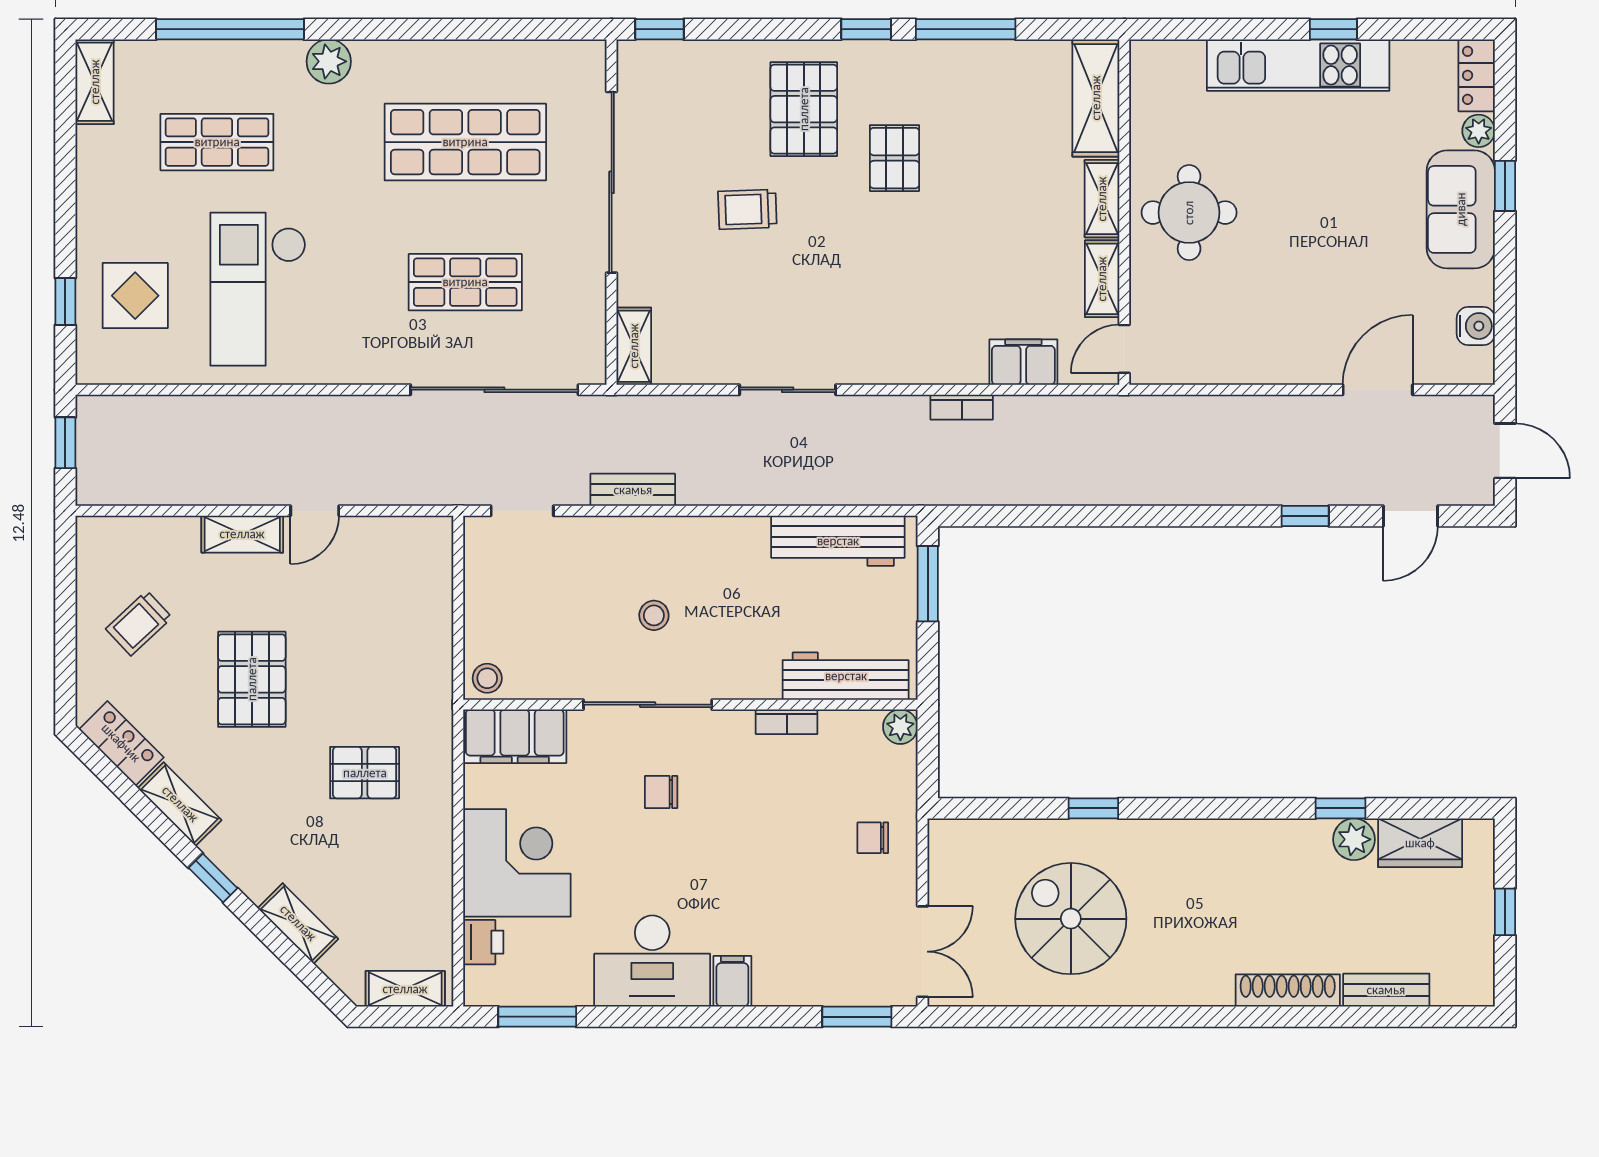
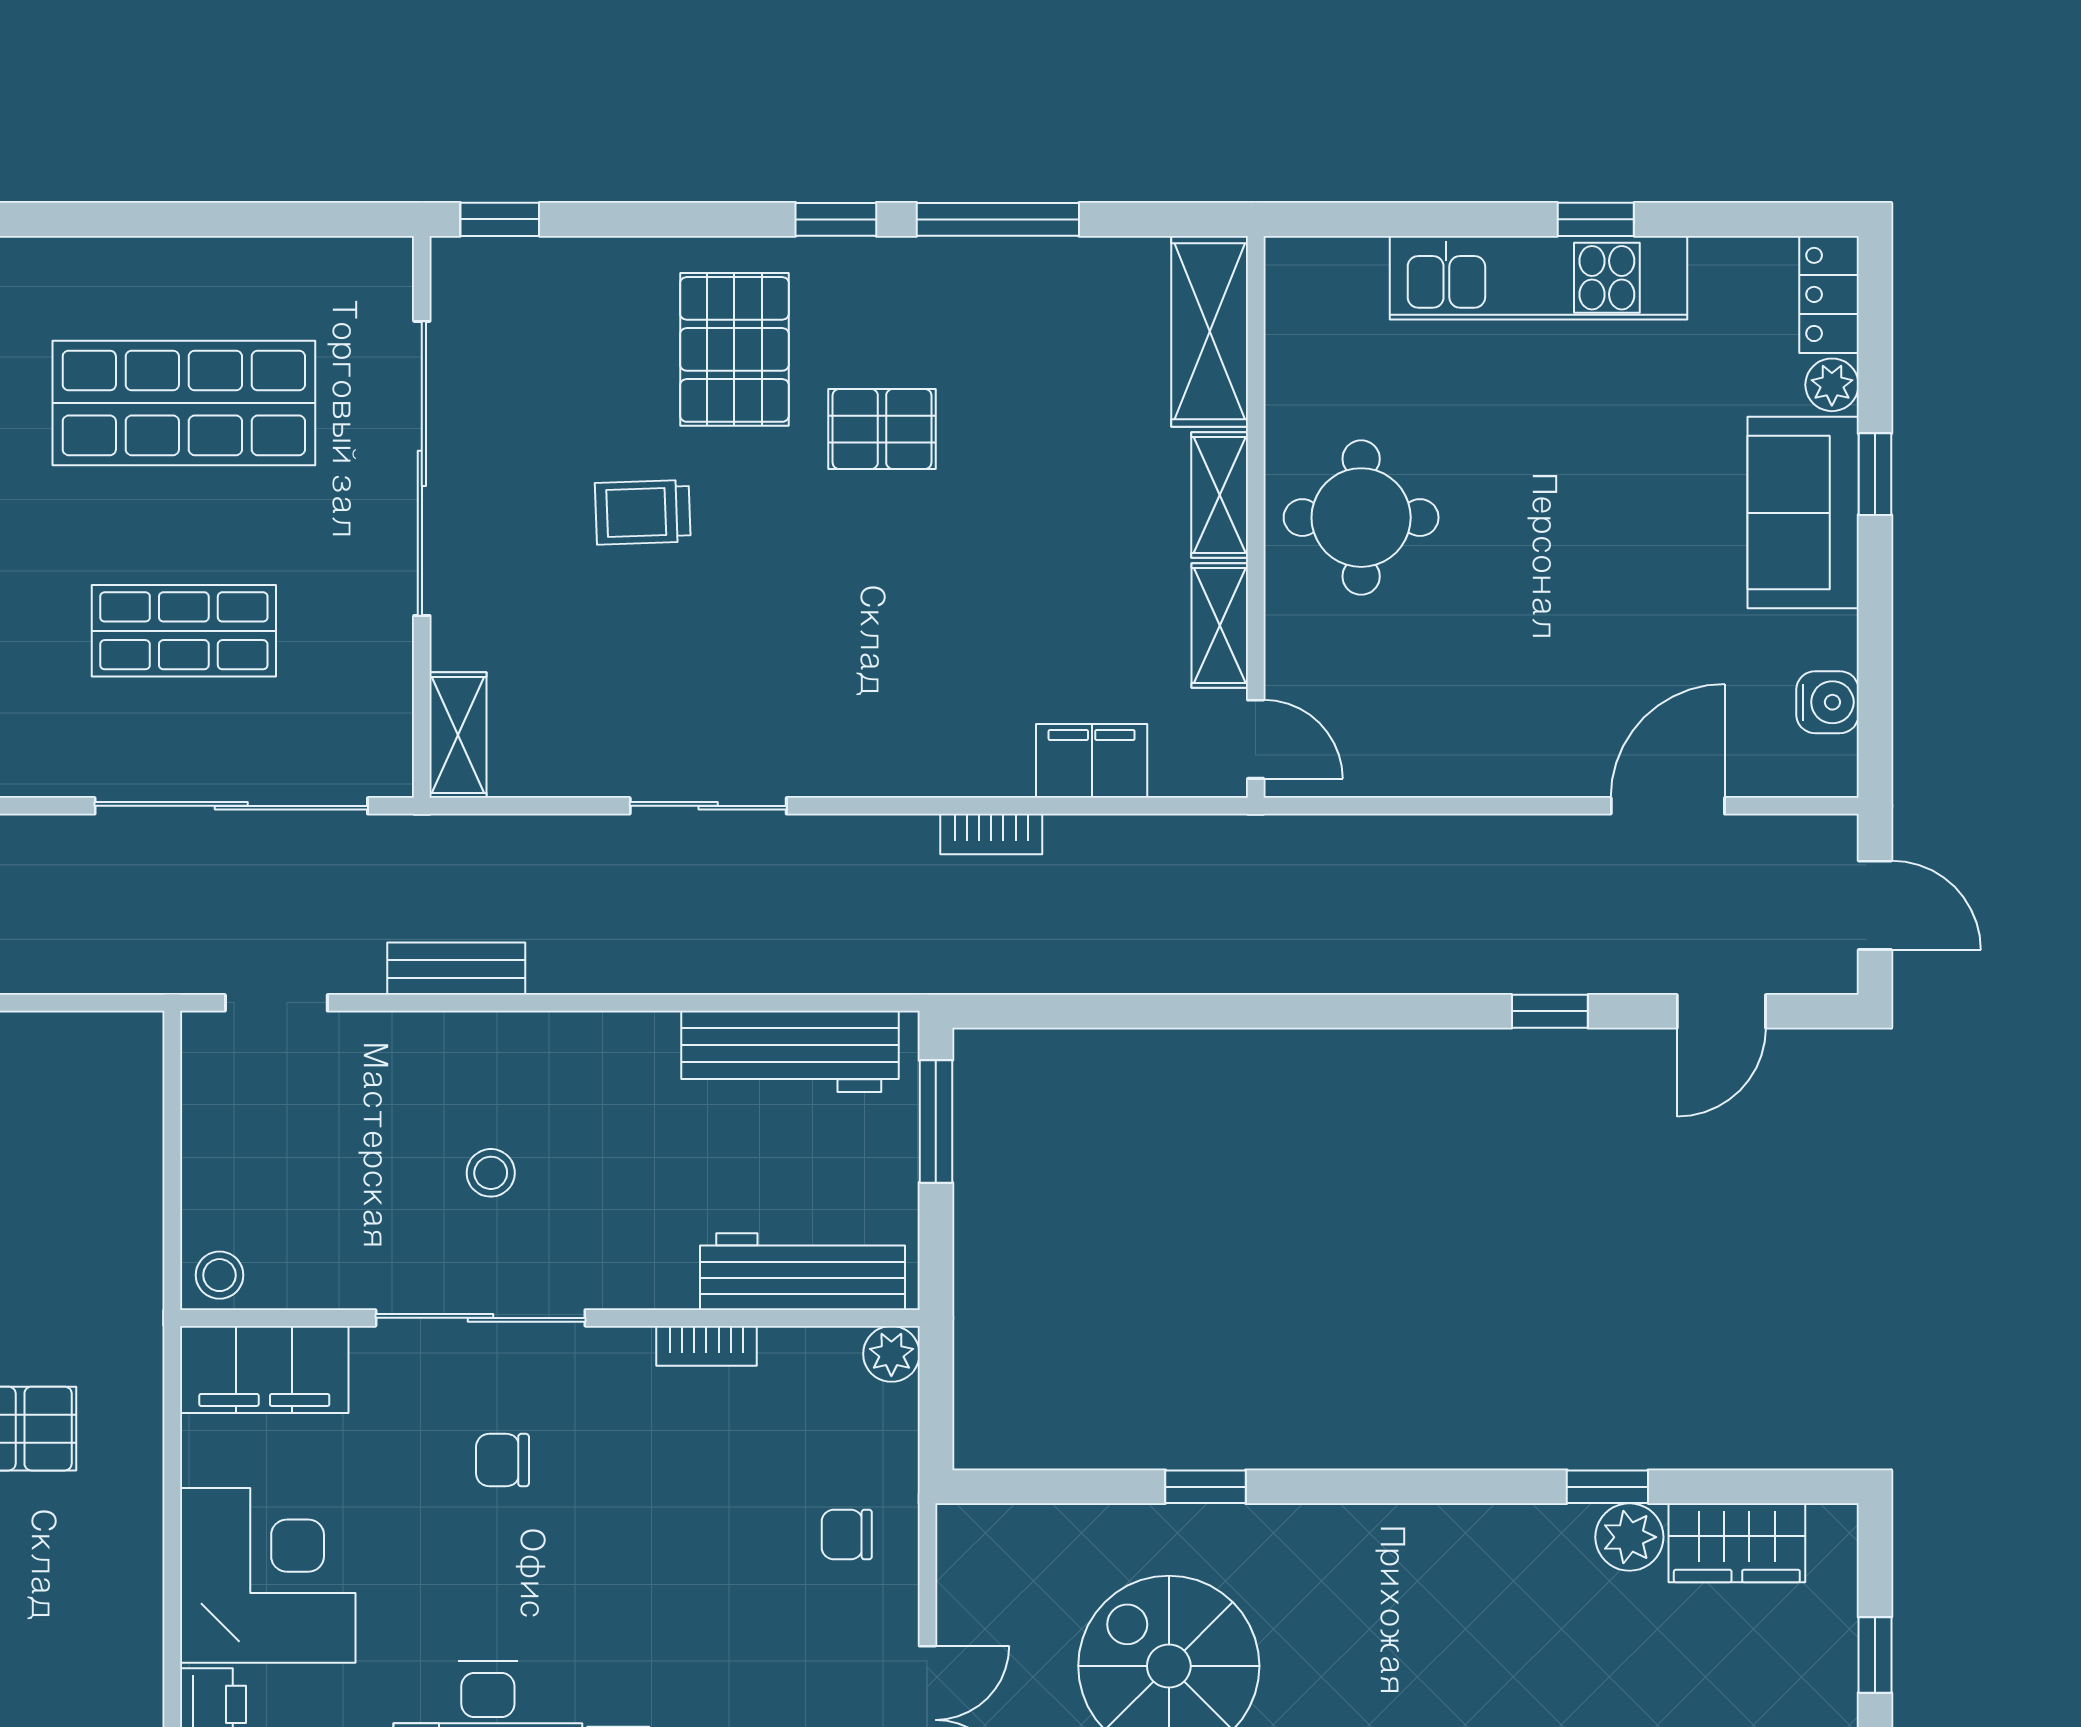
pallet: (894, 158) -> (882, 429), turned 90
door: (1124, 349) -> (1256, 739), swing flipped

